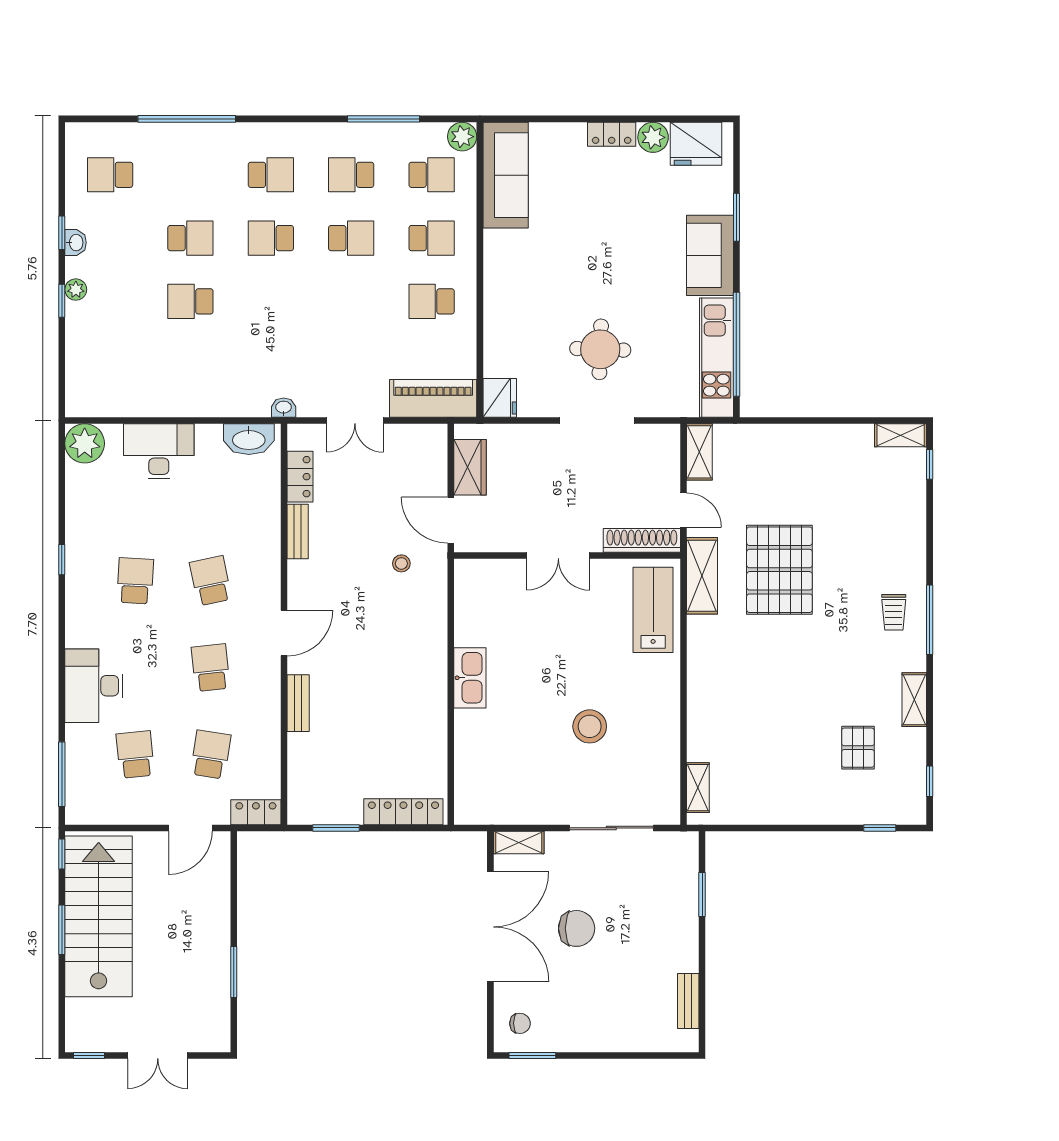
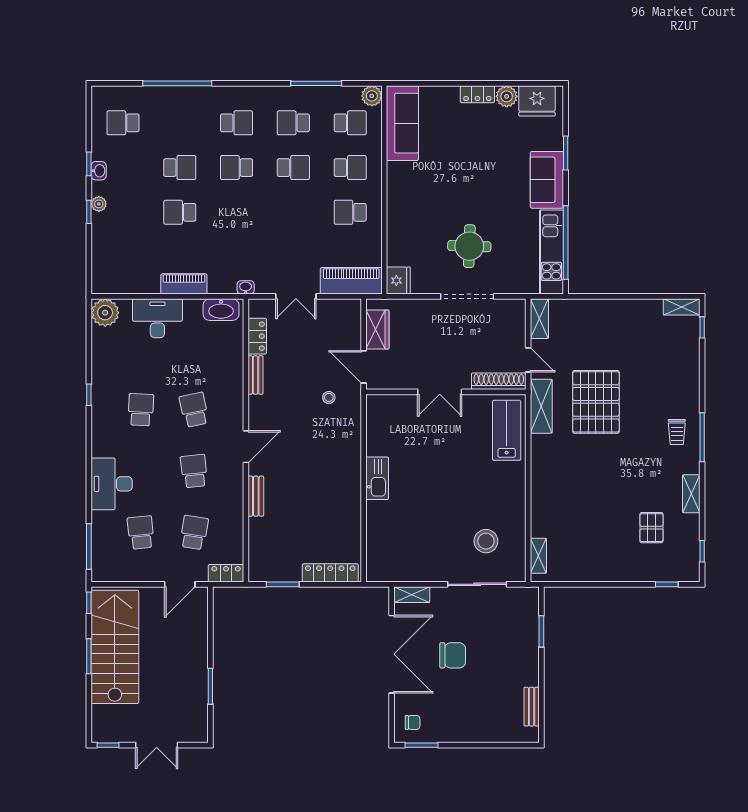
piano: (196, 403) -> (184, 284), added
stool: (590, 726) -> (486, 541), moved

